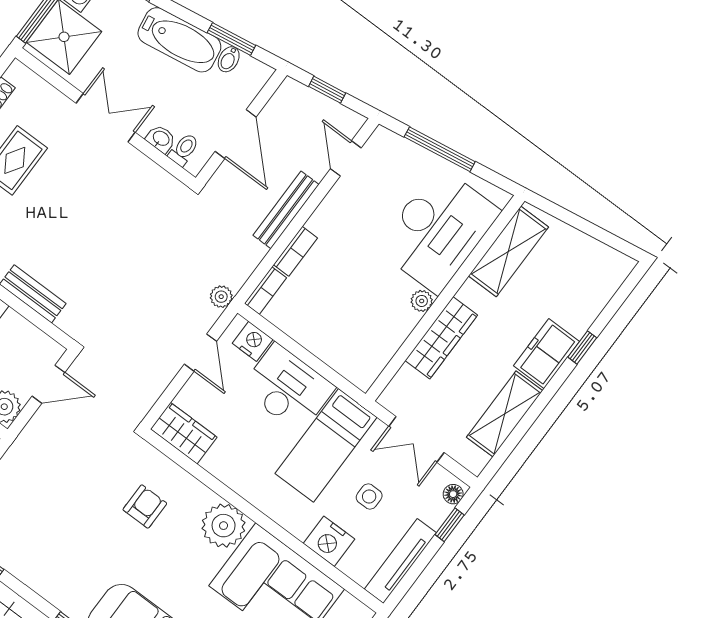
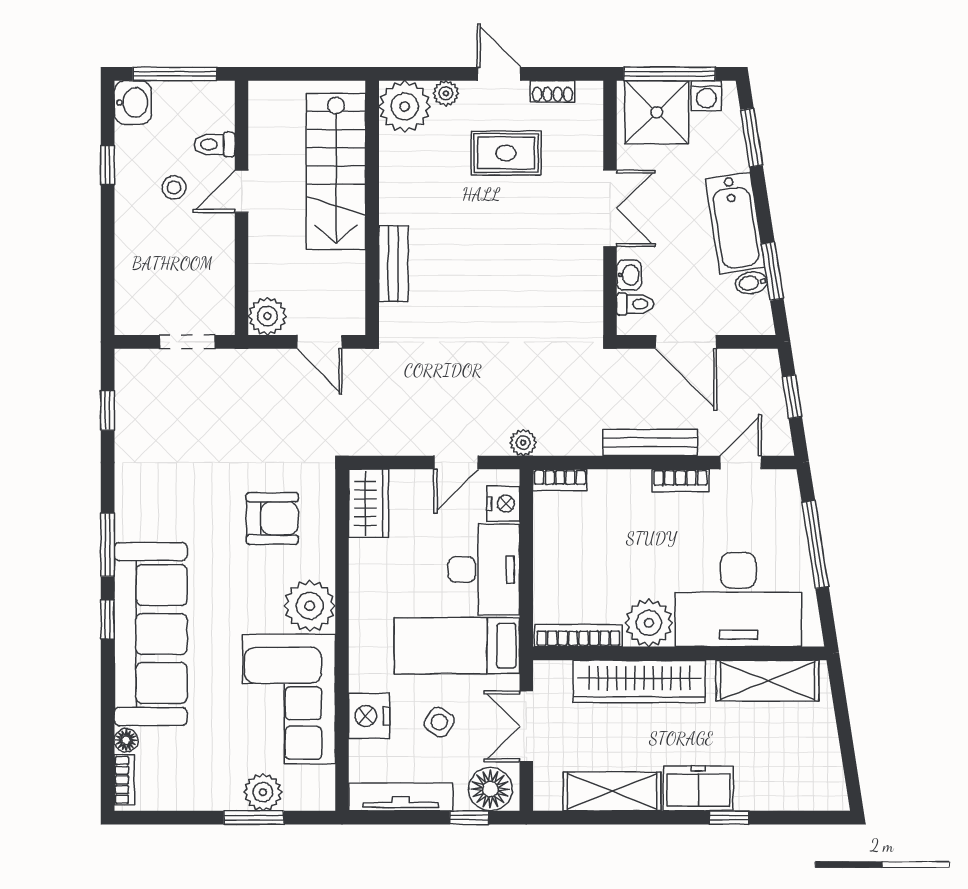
door: (236, 134) -> (686, 342), hinge flipped
bookcase: (295, 251) -> (680, 481), moved
plant: (422, 301) -> (649, 623), width x1.87, depth x1.87
wardrobe: (441, 338) -> (639, 681), width x1.40, depth x1.17
bookcase: (381, 357) -> (578, 636), added
floor lamp: (453, 494) -> (490, 789), width x1.89, depth x1.89
side table: (369, 497) -> (439, 722), turned 34
armchair: (145, 506) -> (272, 518), width x1.38, depth x1.38

